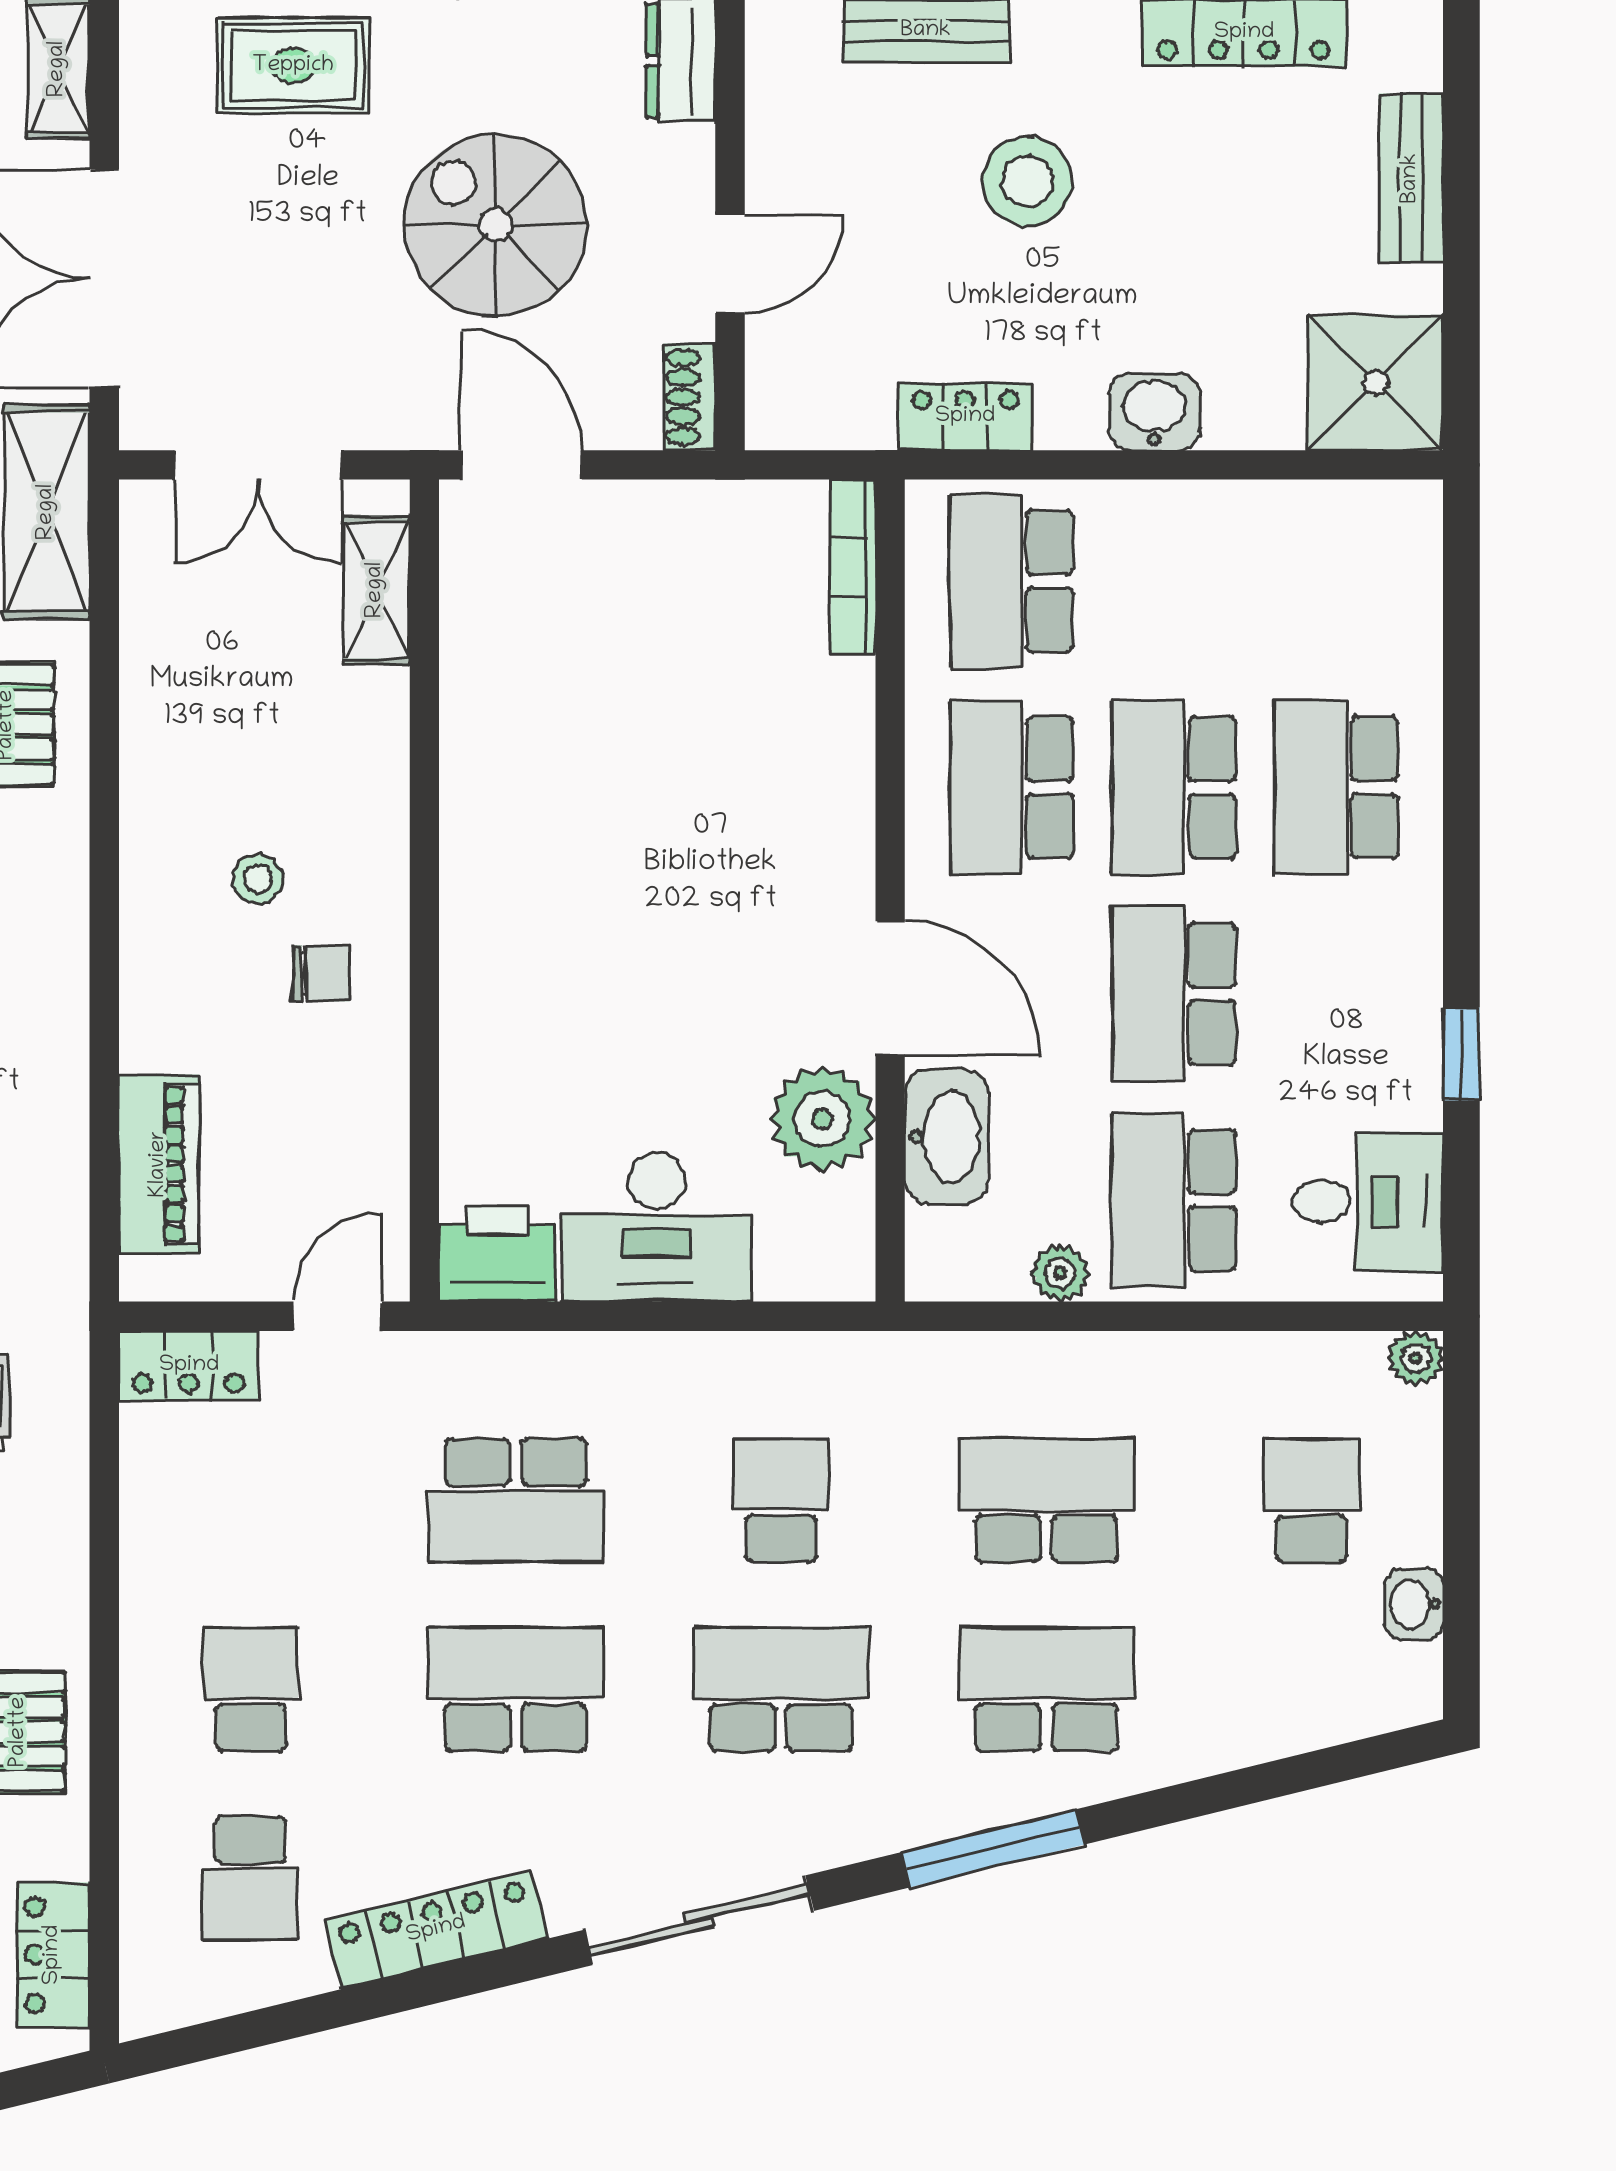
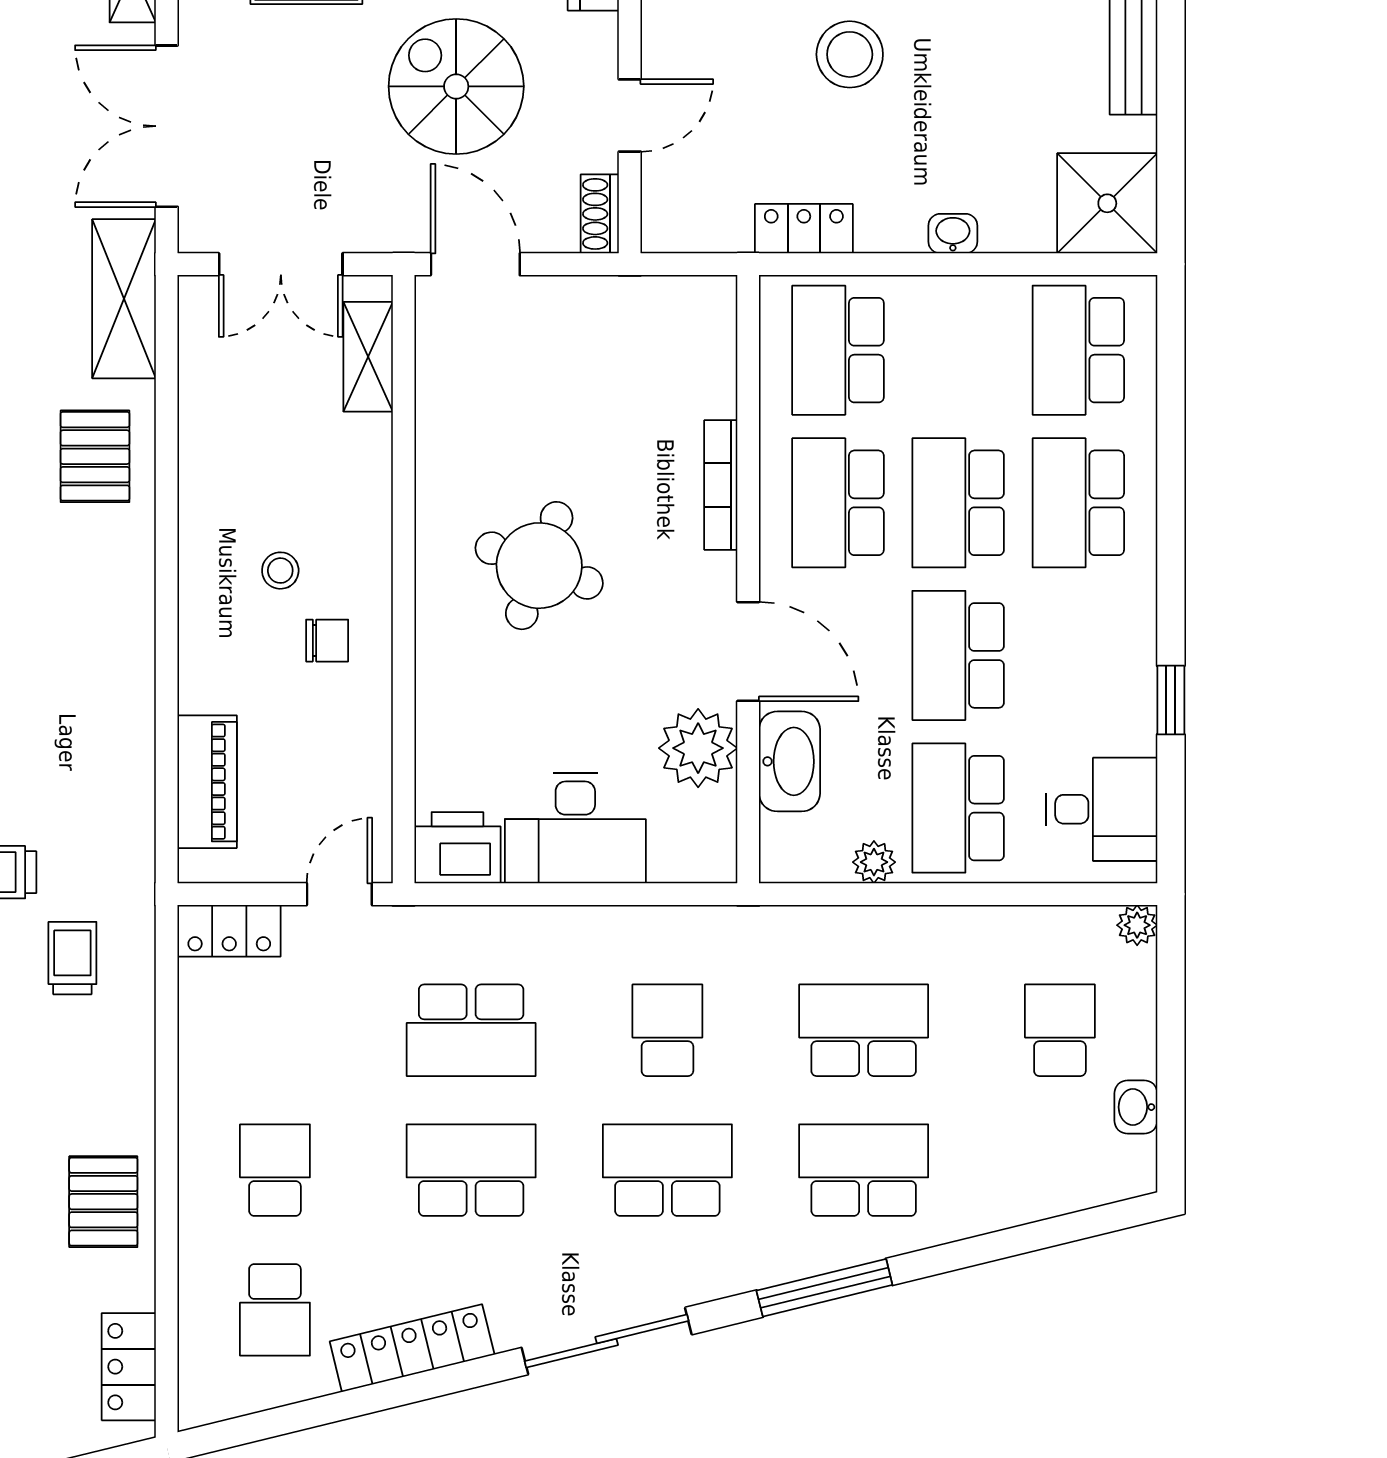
washbasin: (1154, 412) -> (953, 234), width x0.72, depth x0.69
bookcase: (853, 567) -> (721, 485), moved
school desk: (1336, 581) -> (1078, 350), added
round table: (608, 872) -> (539, 566), added

